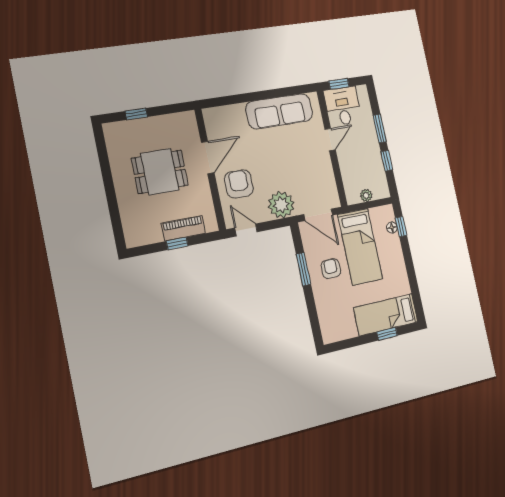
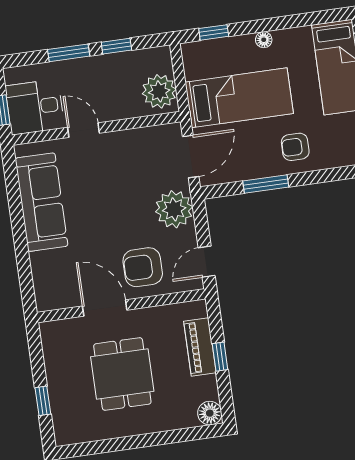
plant: (366, 195) -> (159, 91), width x1.87, depth x1.87
floor lamp: (392, 228) -> (264, 40), moved
floor lamp: (134, 238) -> (210, 413), added
armchair: (331, 269) -> (295, 147), moved

